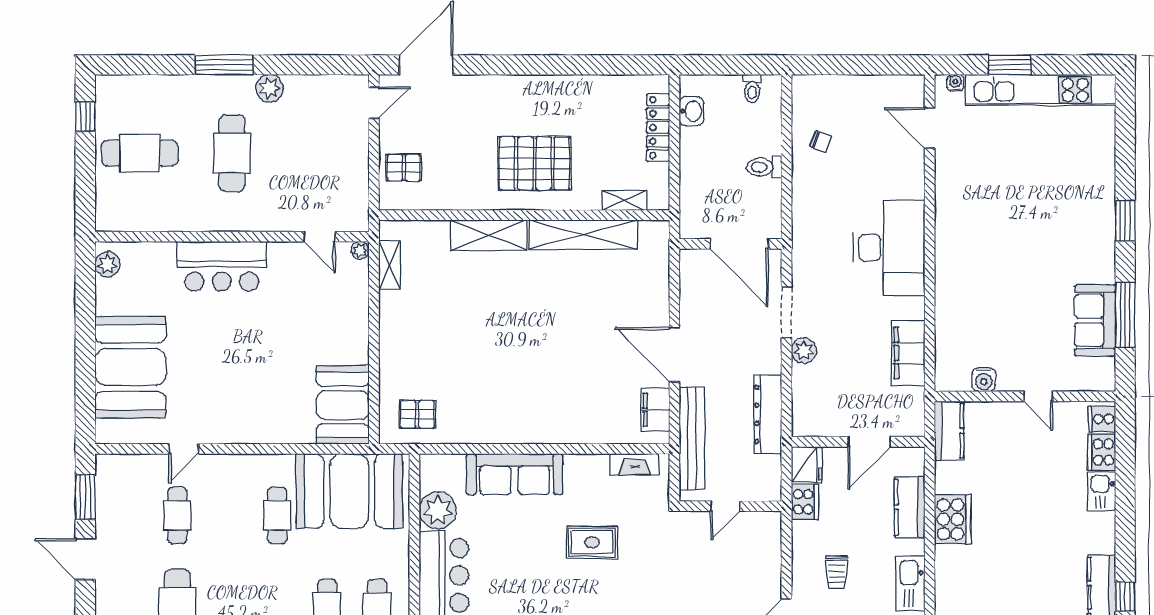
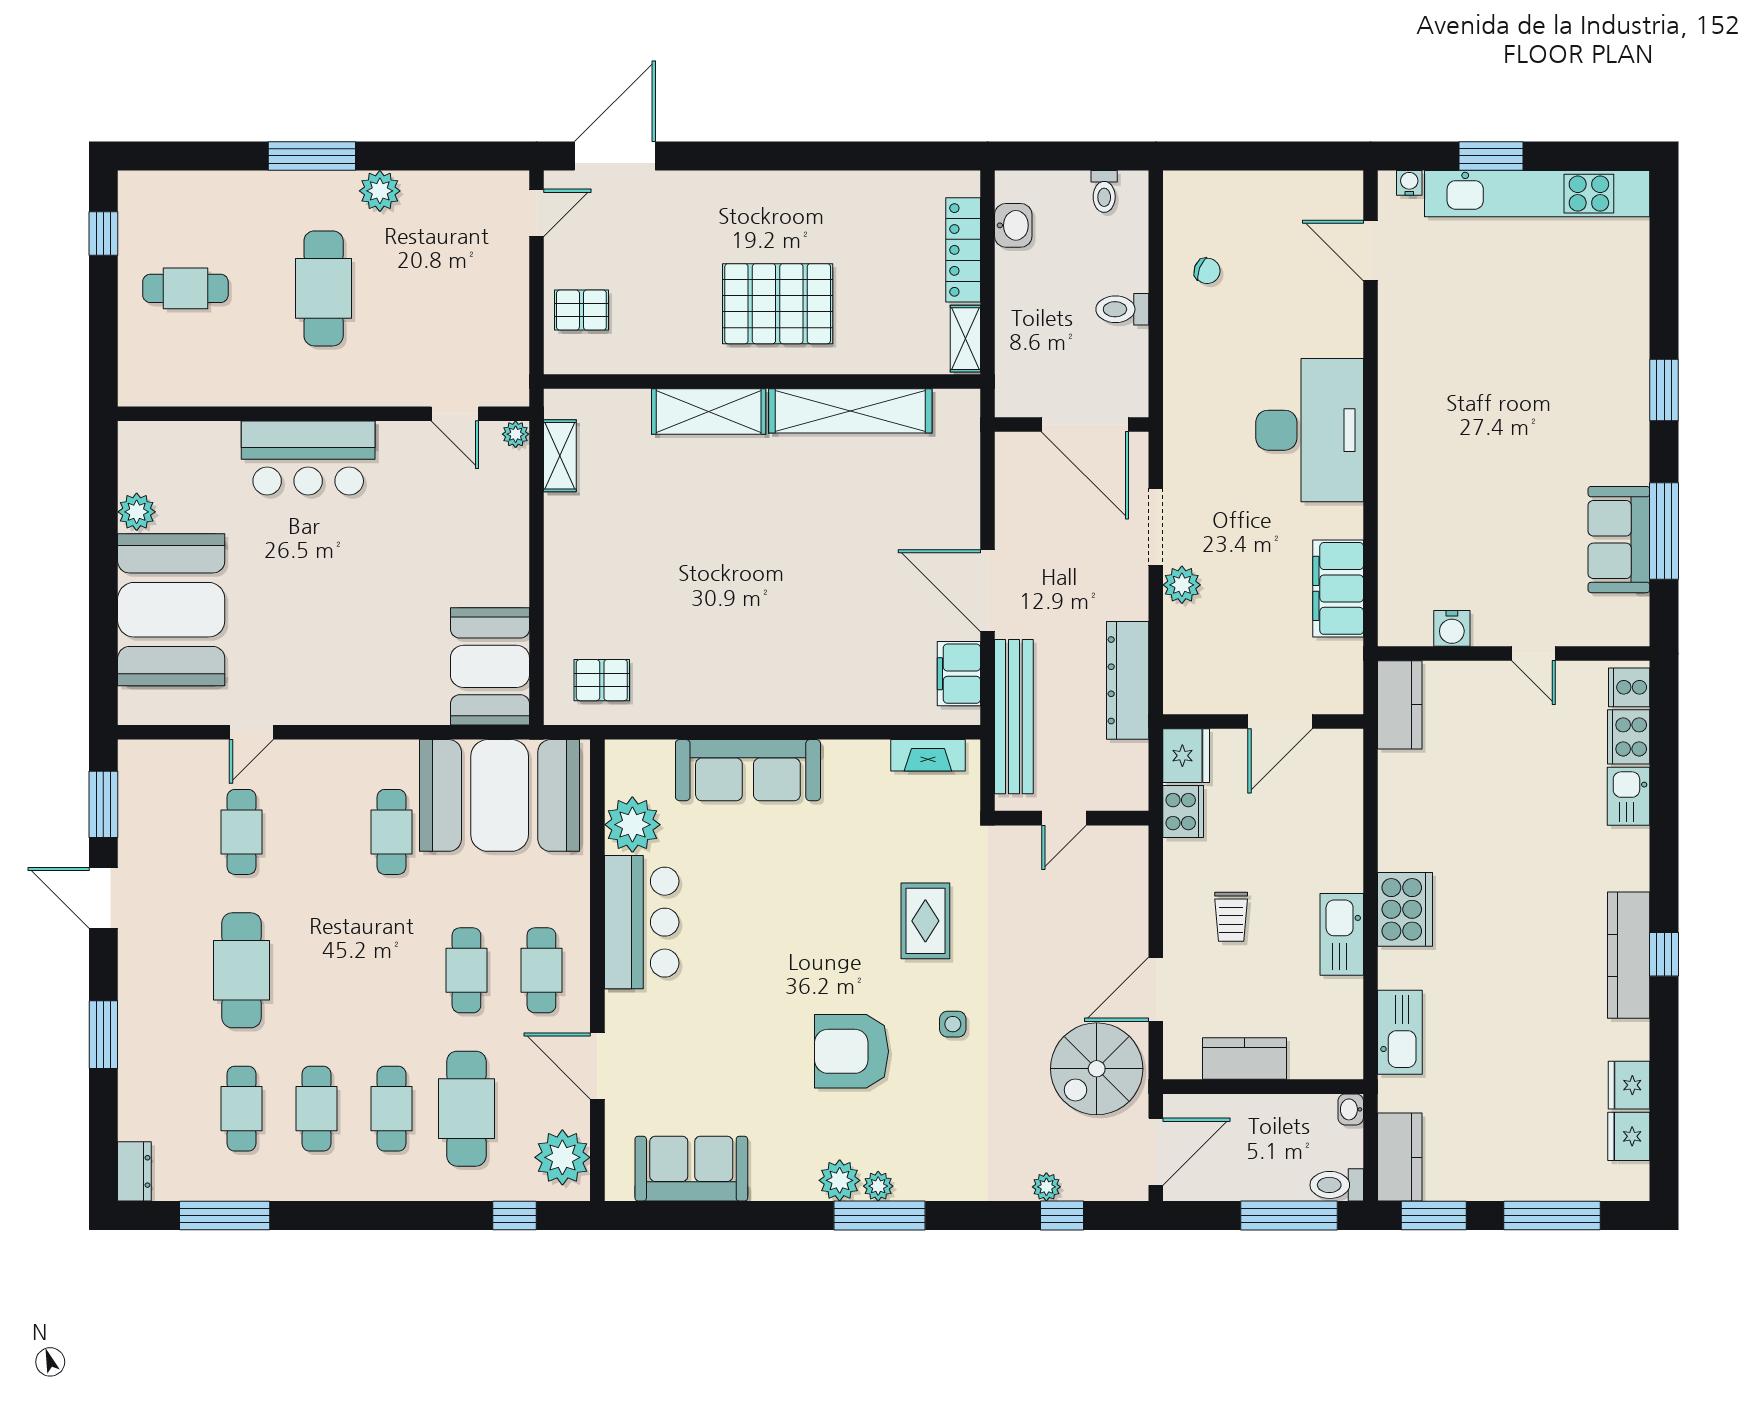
cafe table: (140, 153) -> (185, 288), width x0.73, depth x0.74
shelving: (624, 200) -> (965, 339), moved, turned 90
plant: (107, 264) -> (137, 512), moved
kitchen counter: (910, 507) -> (1340, 820), removed
cooker: (953, 519) -> (1405, 909), moved
rug: (592, 542) -> (925, 921), moved, turned 90

